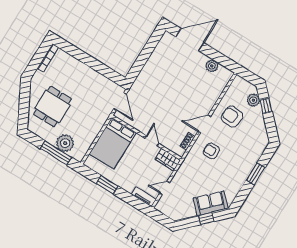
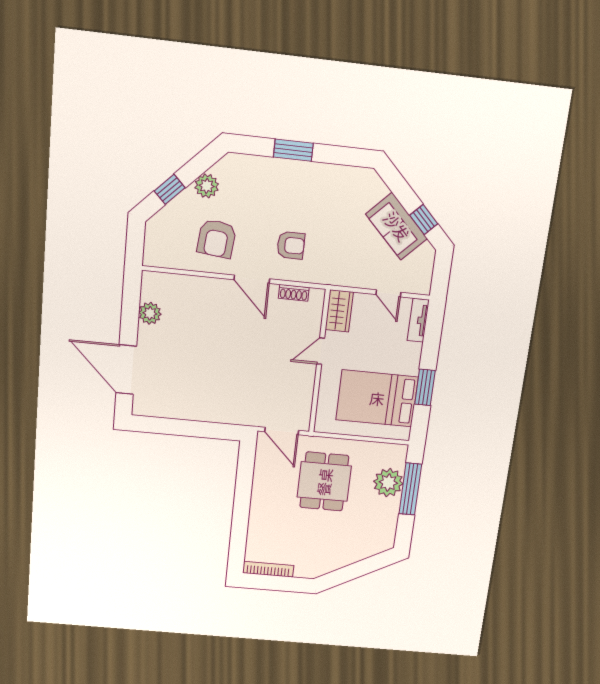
plant: (253, 100) -> (207, 186), moved
door: (120, 101) -> (282, 431), swing flipped
dining table: (52, 107) -> (324, 482), moved, turned 90
bed: (113, 143) -> (377, 398), moved, turned 180
armchair: (211, 151) -> (291, 245), turned -90
sofa: (211, 203) -> (397, 226), moved
window: (206, 218) -> (424, 219), moved

